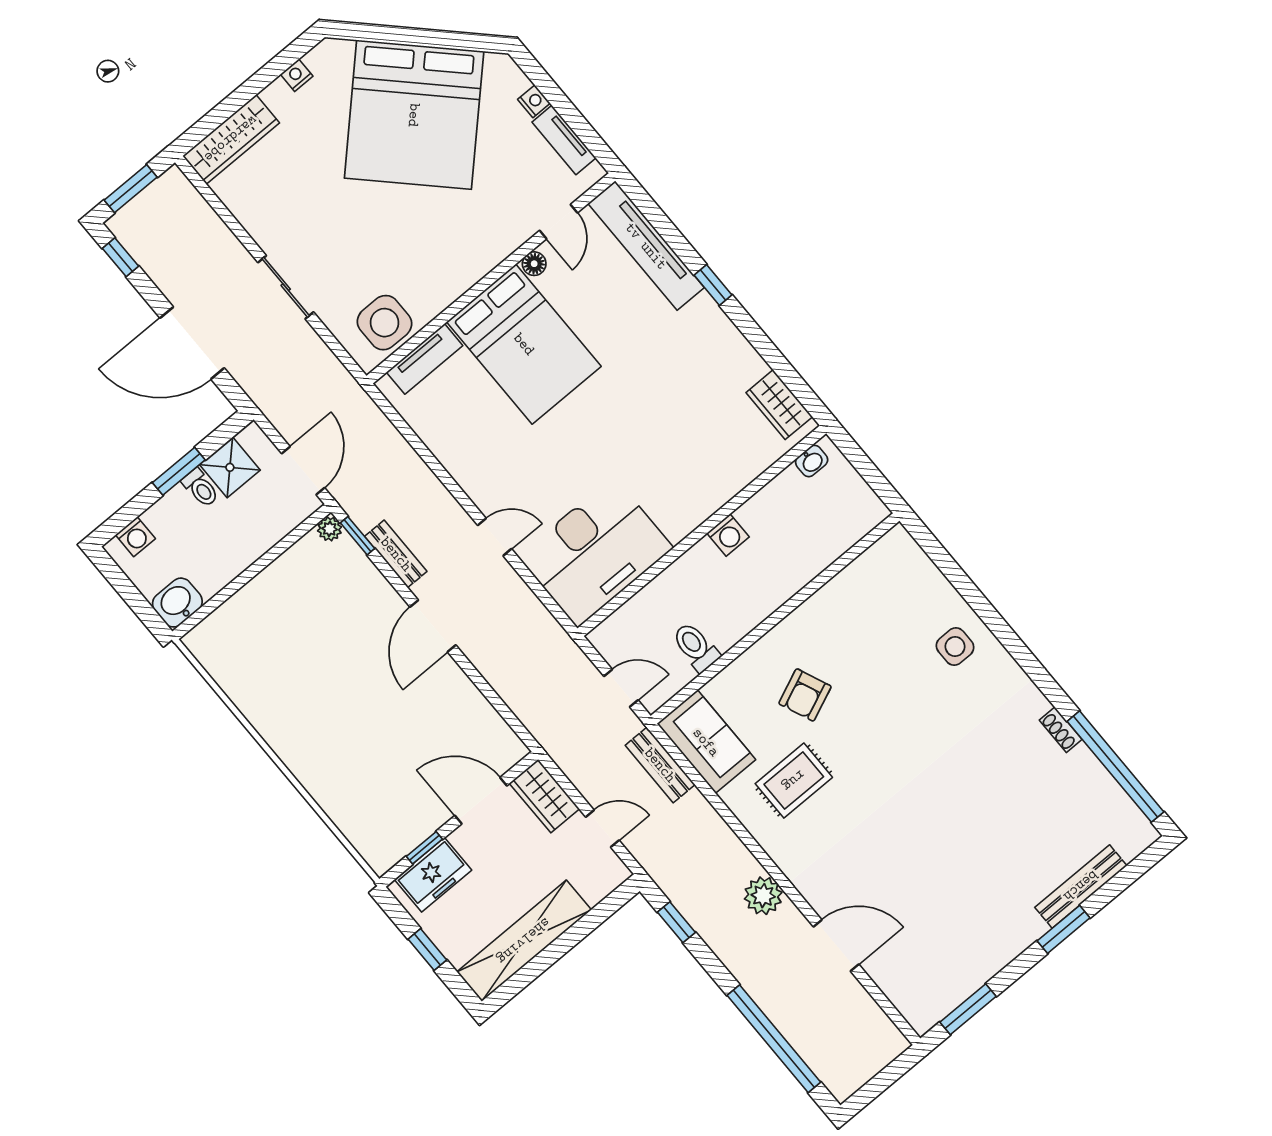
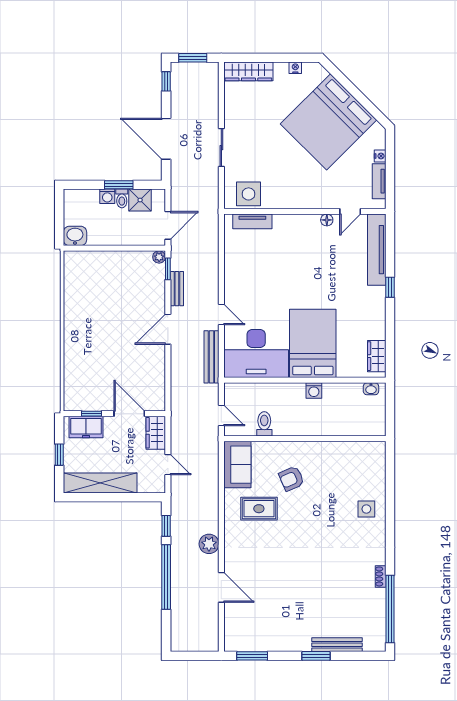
bed: (524, 344) -> (313, 343), moved, turned 180
washing machine: (135, 537) -> (107, 196), moved
bench: (660, 765) -> (211, 357), moved, width x1.36
window: (774, 1039) -> (166, 577), moved

